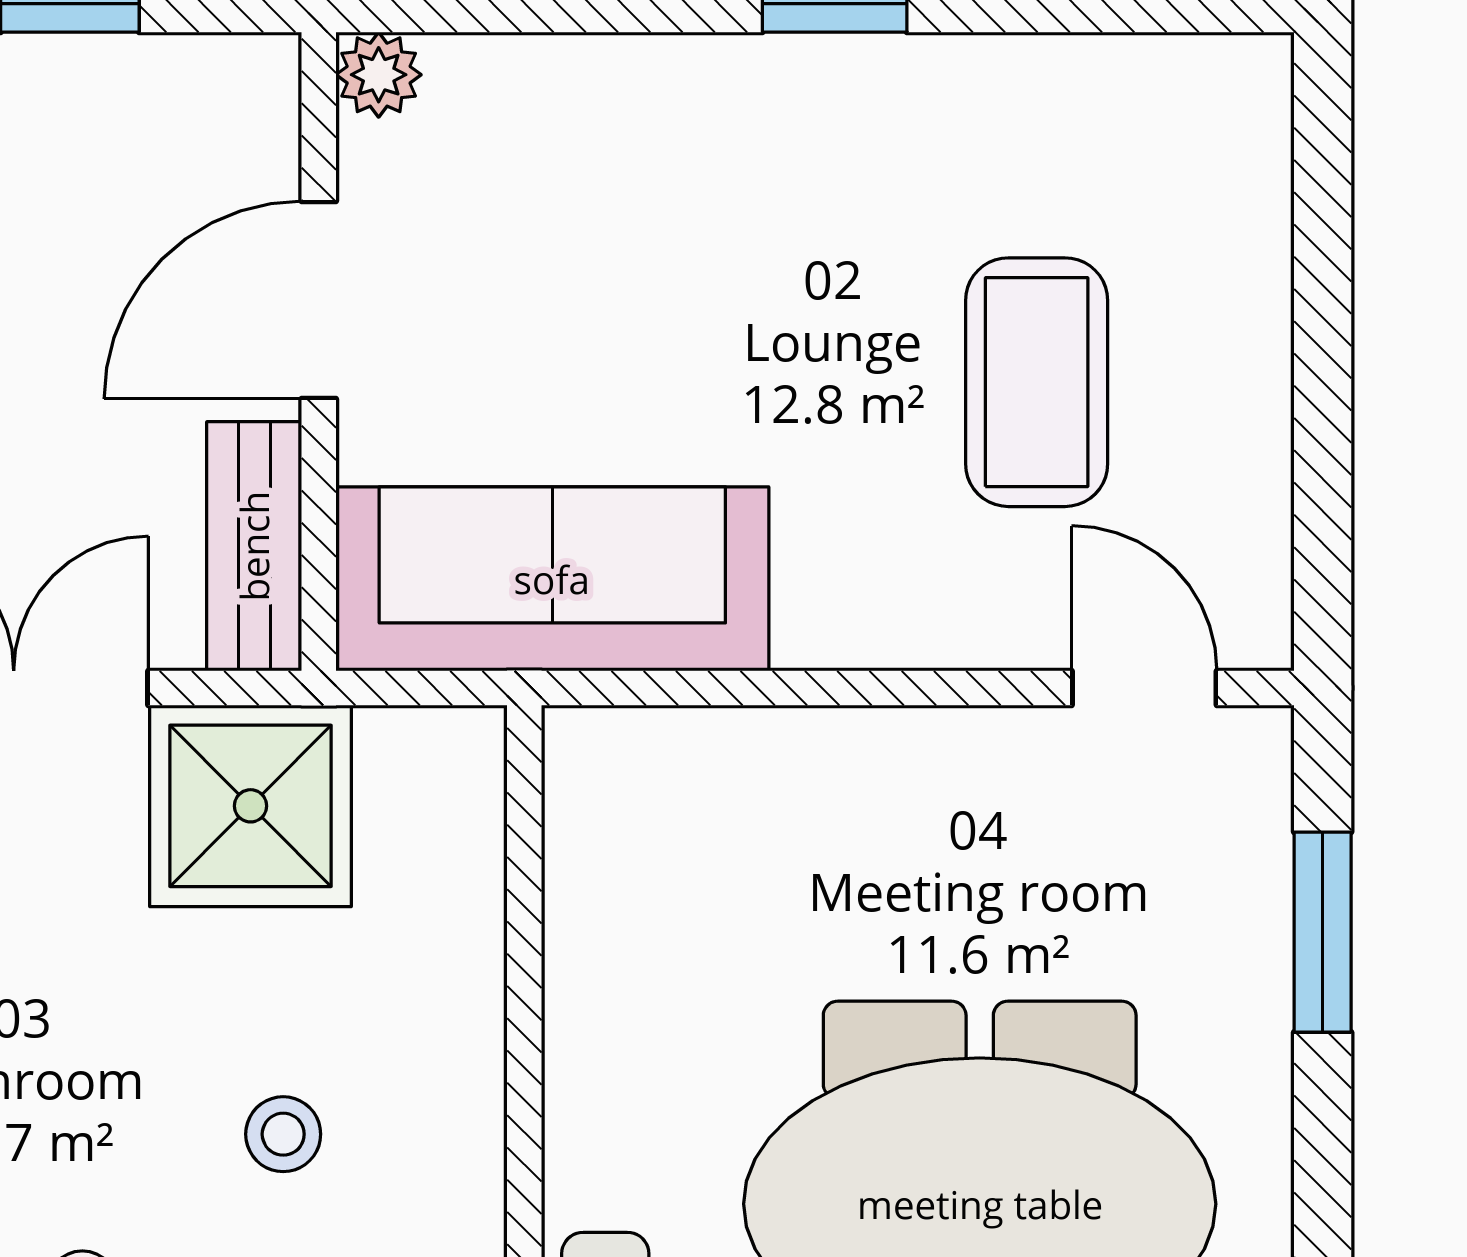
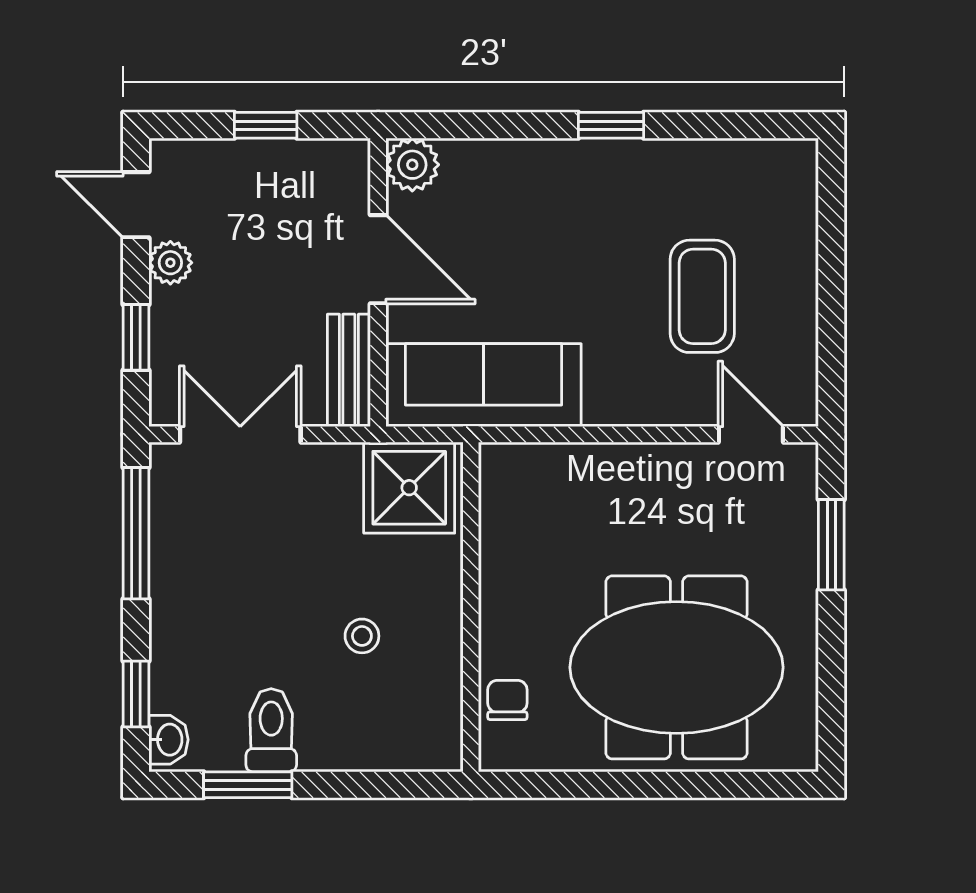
plant: (379, 75) -> (412, 165), width x1.38, depth x1.38
door: (319, 300) -> (378, 259), swing flipped
shower: (251, 806) -> (409, 488), moved

